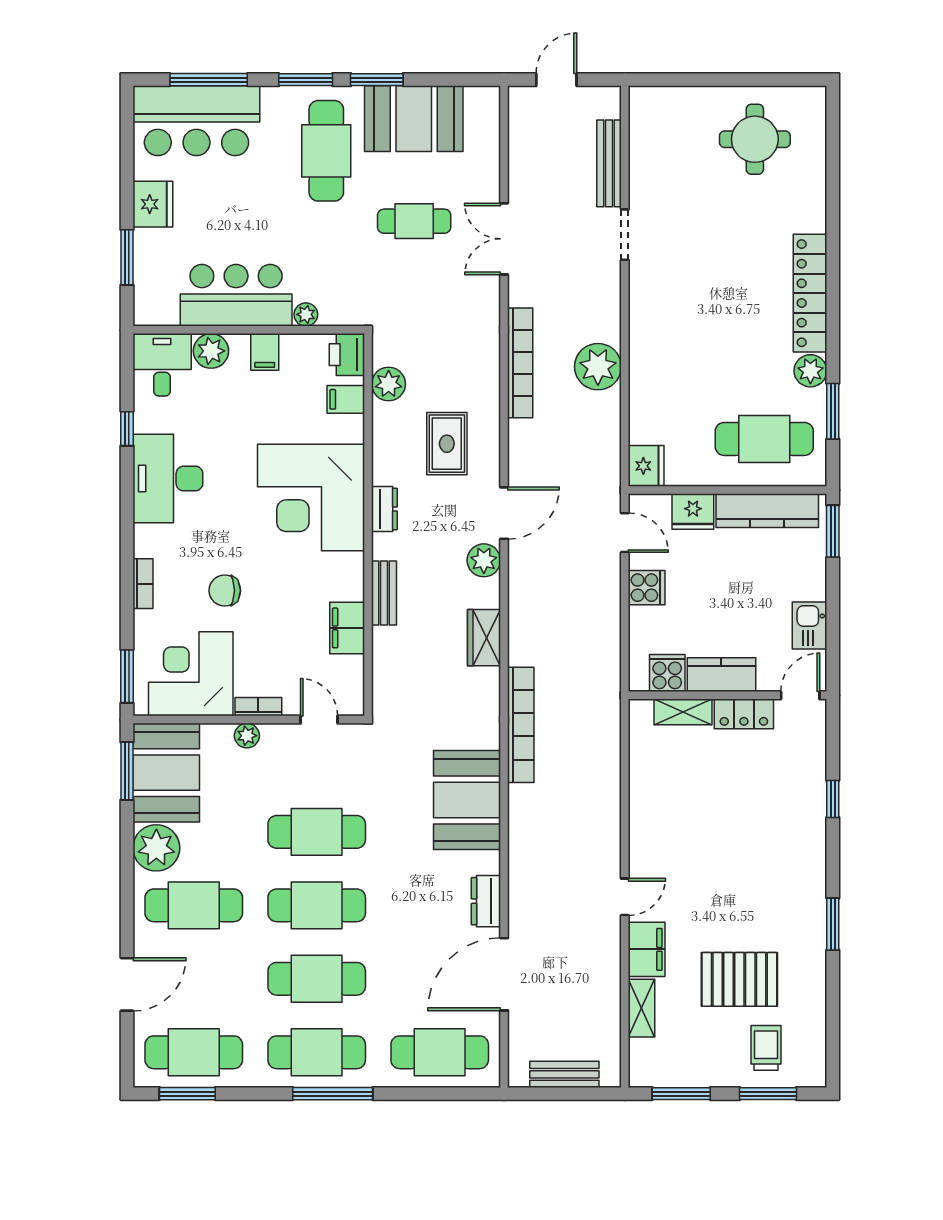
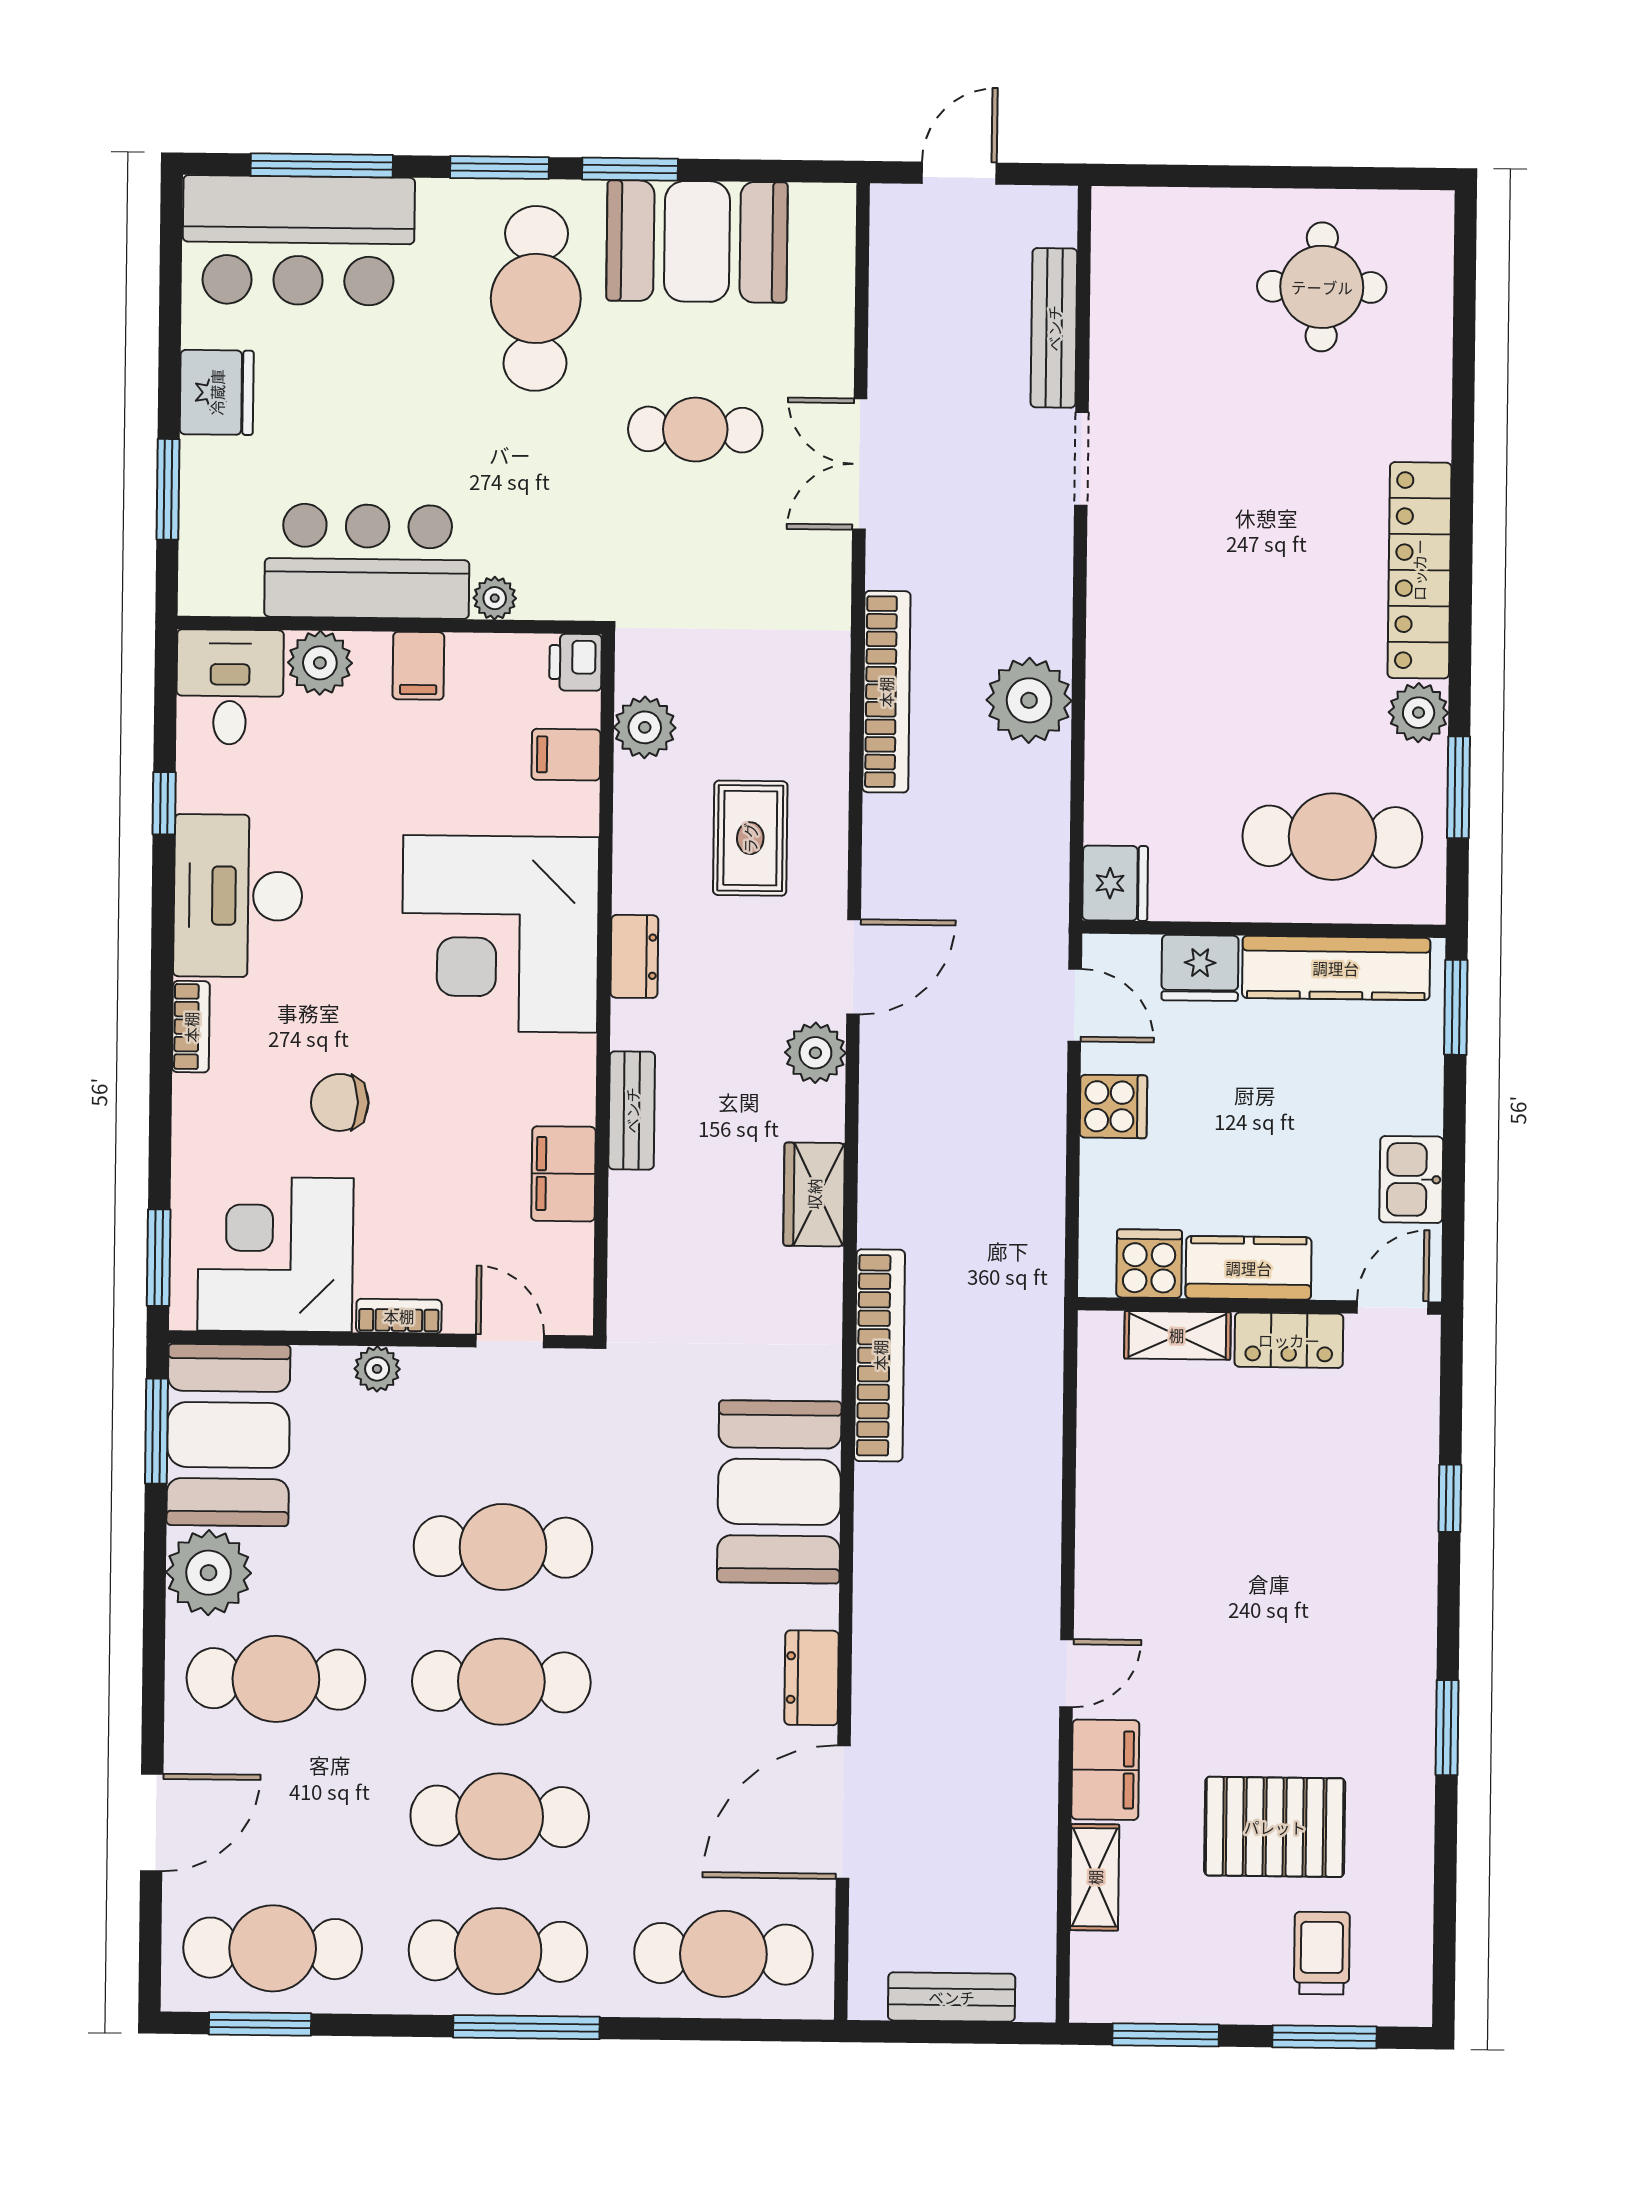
printer: (347, 355) -> (575, 662), width x0.73, depth x0.81
bookcase: (143, 584) -> (191, 1027), moved

